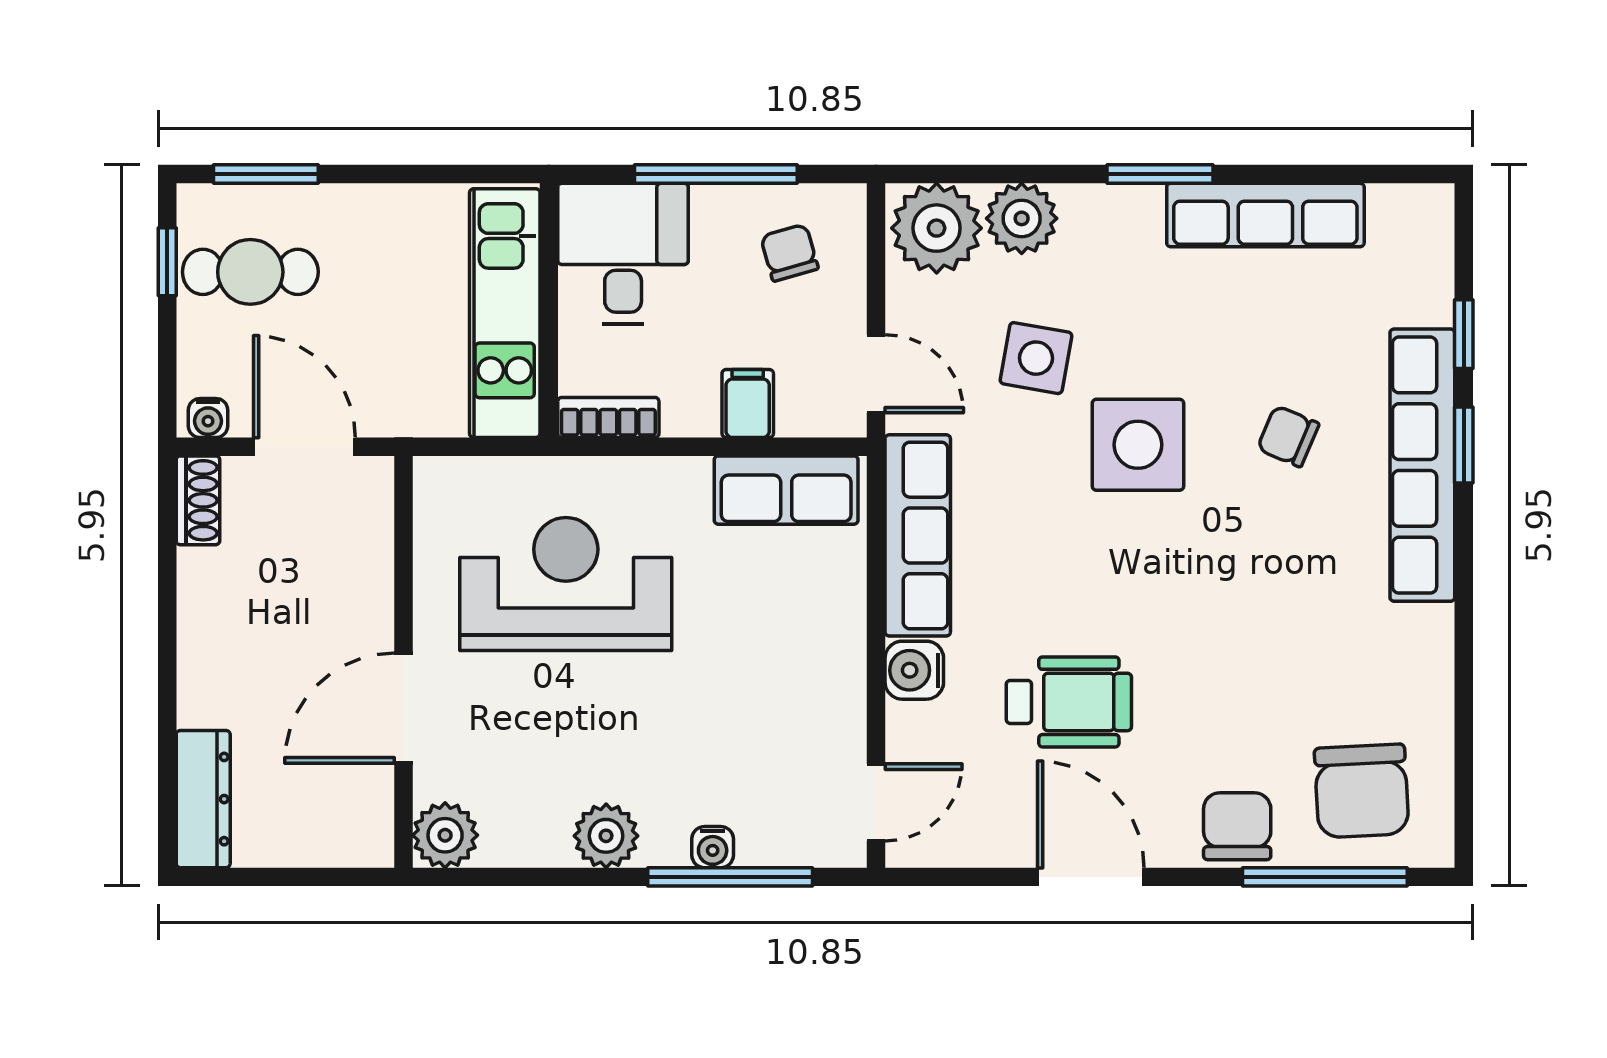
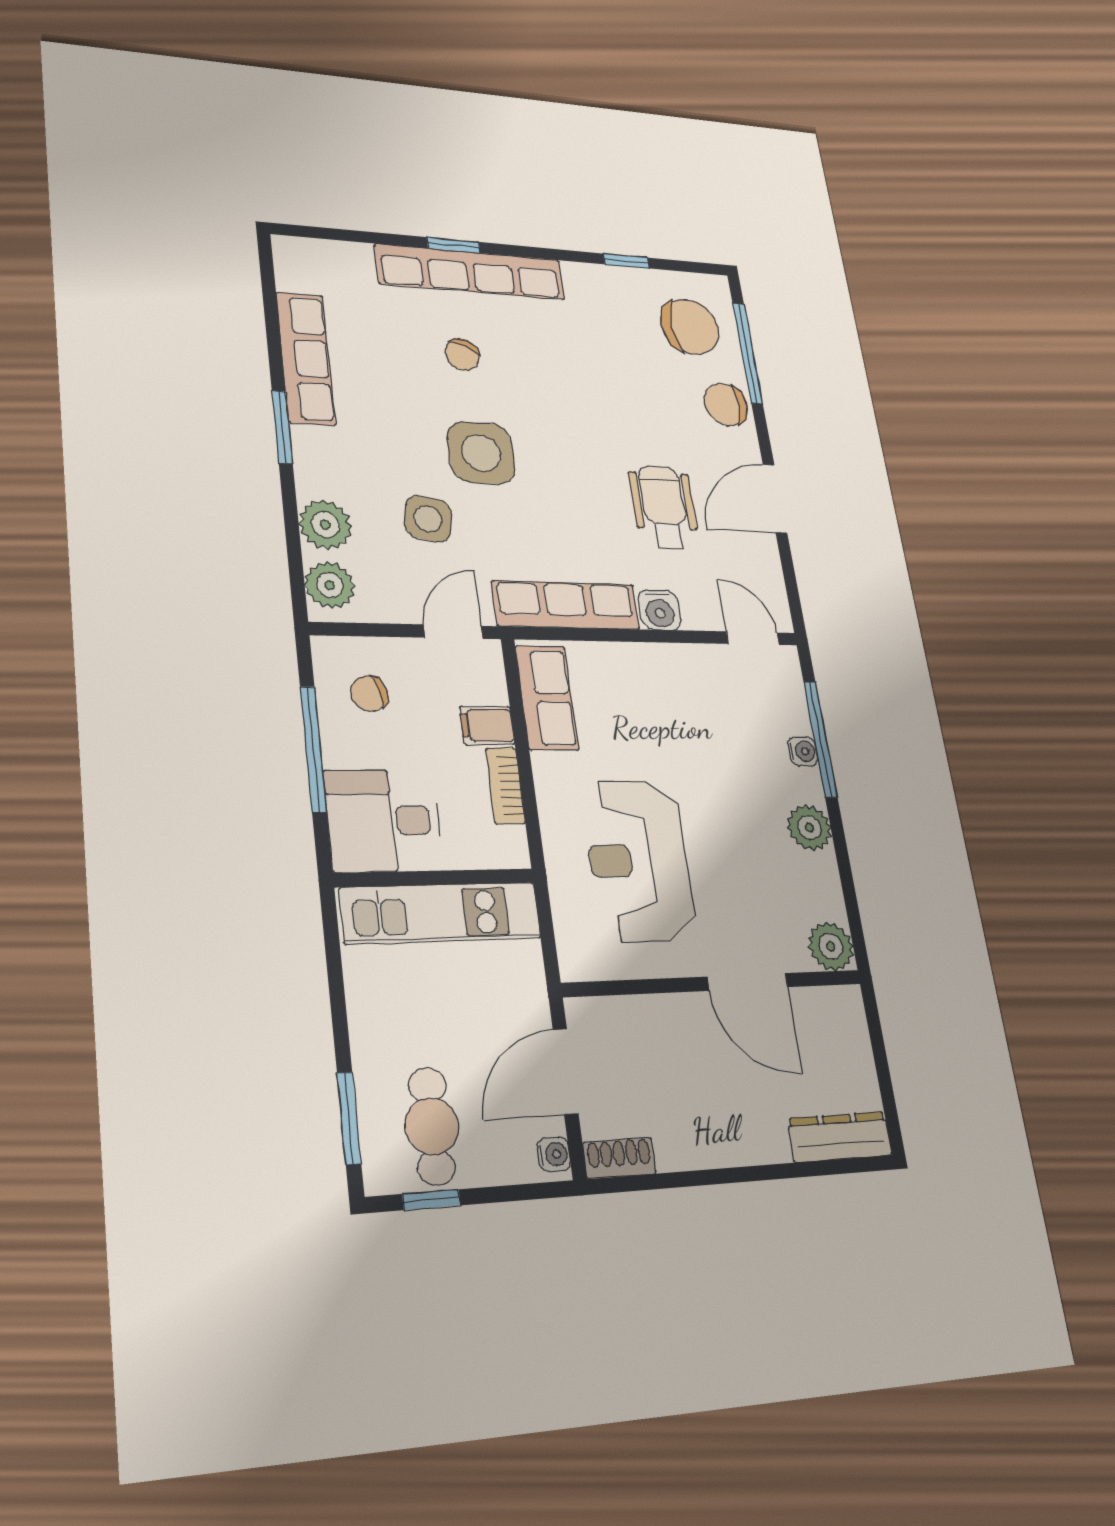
plant: (937, 228) -> (330, 585), width x0.73, depth x0.73
window: (1464, 334) -> (626, 261), moved
bookcase: (608, 417) -> (505, 786), moved

